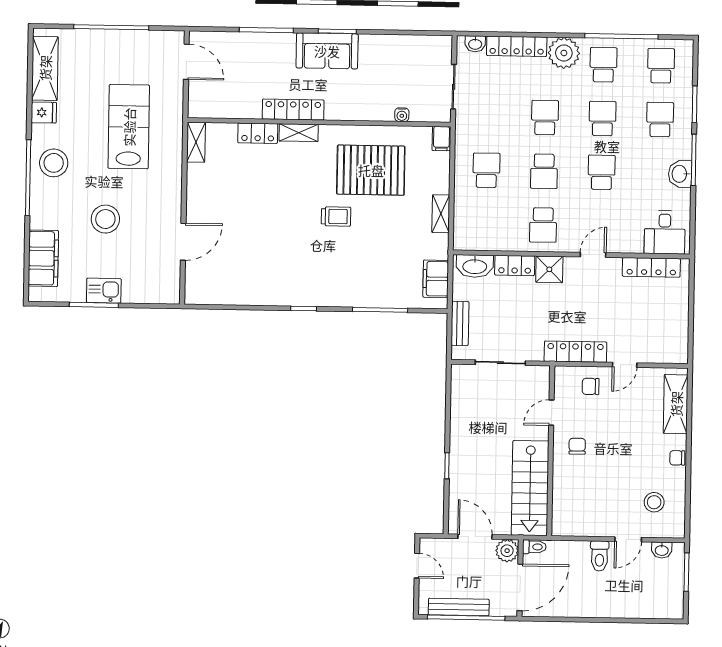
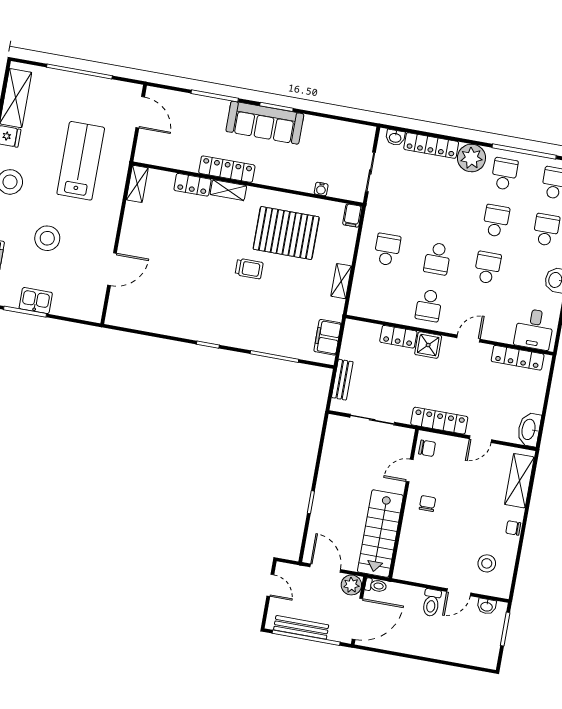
sofa: (327, 51) -> (265, 123), width x1.36
school desk: (545, 118) -> (446, 212), removed
washbasin: (475, 266) -> (529, 430), moved, turned 90
chair: (591, 386) -> (427, 448), moved, turned 180

